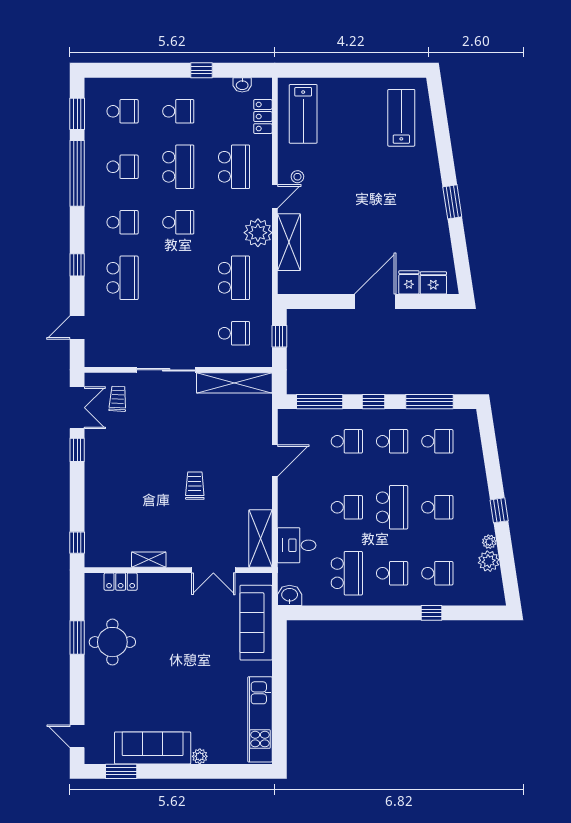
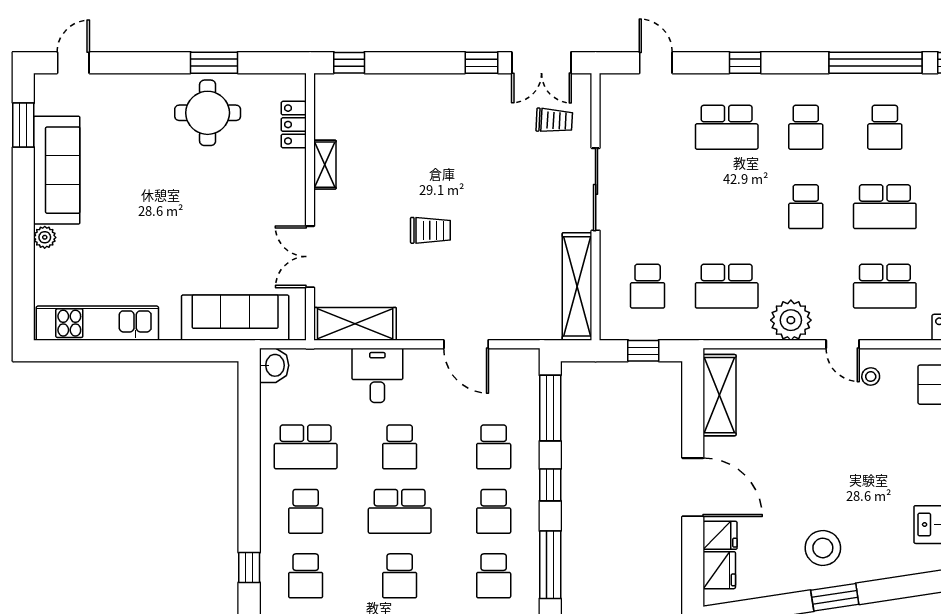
stool: (418, 210) -> (823, 548), added
shelving: (289, 242) -> (720, 395), moved, turned 90
desk: (297, 545) -> (377, 375), moved

